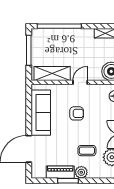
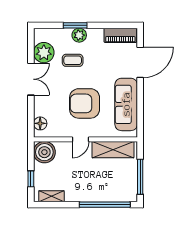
armchair: (77, 113) -> (85, 103), width x1.88, depth x1.88
piano: (60, 172) -> (120, 35), moved
window: (68, 181) -> (75, 25), moved

